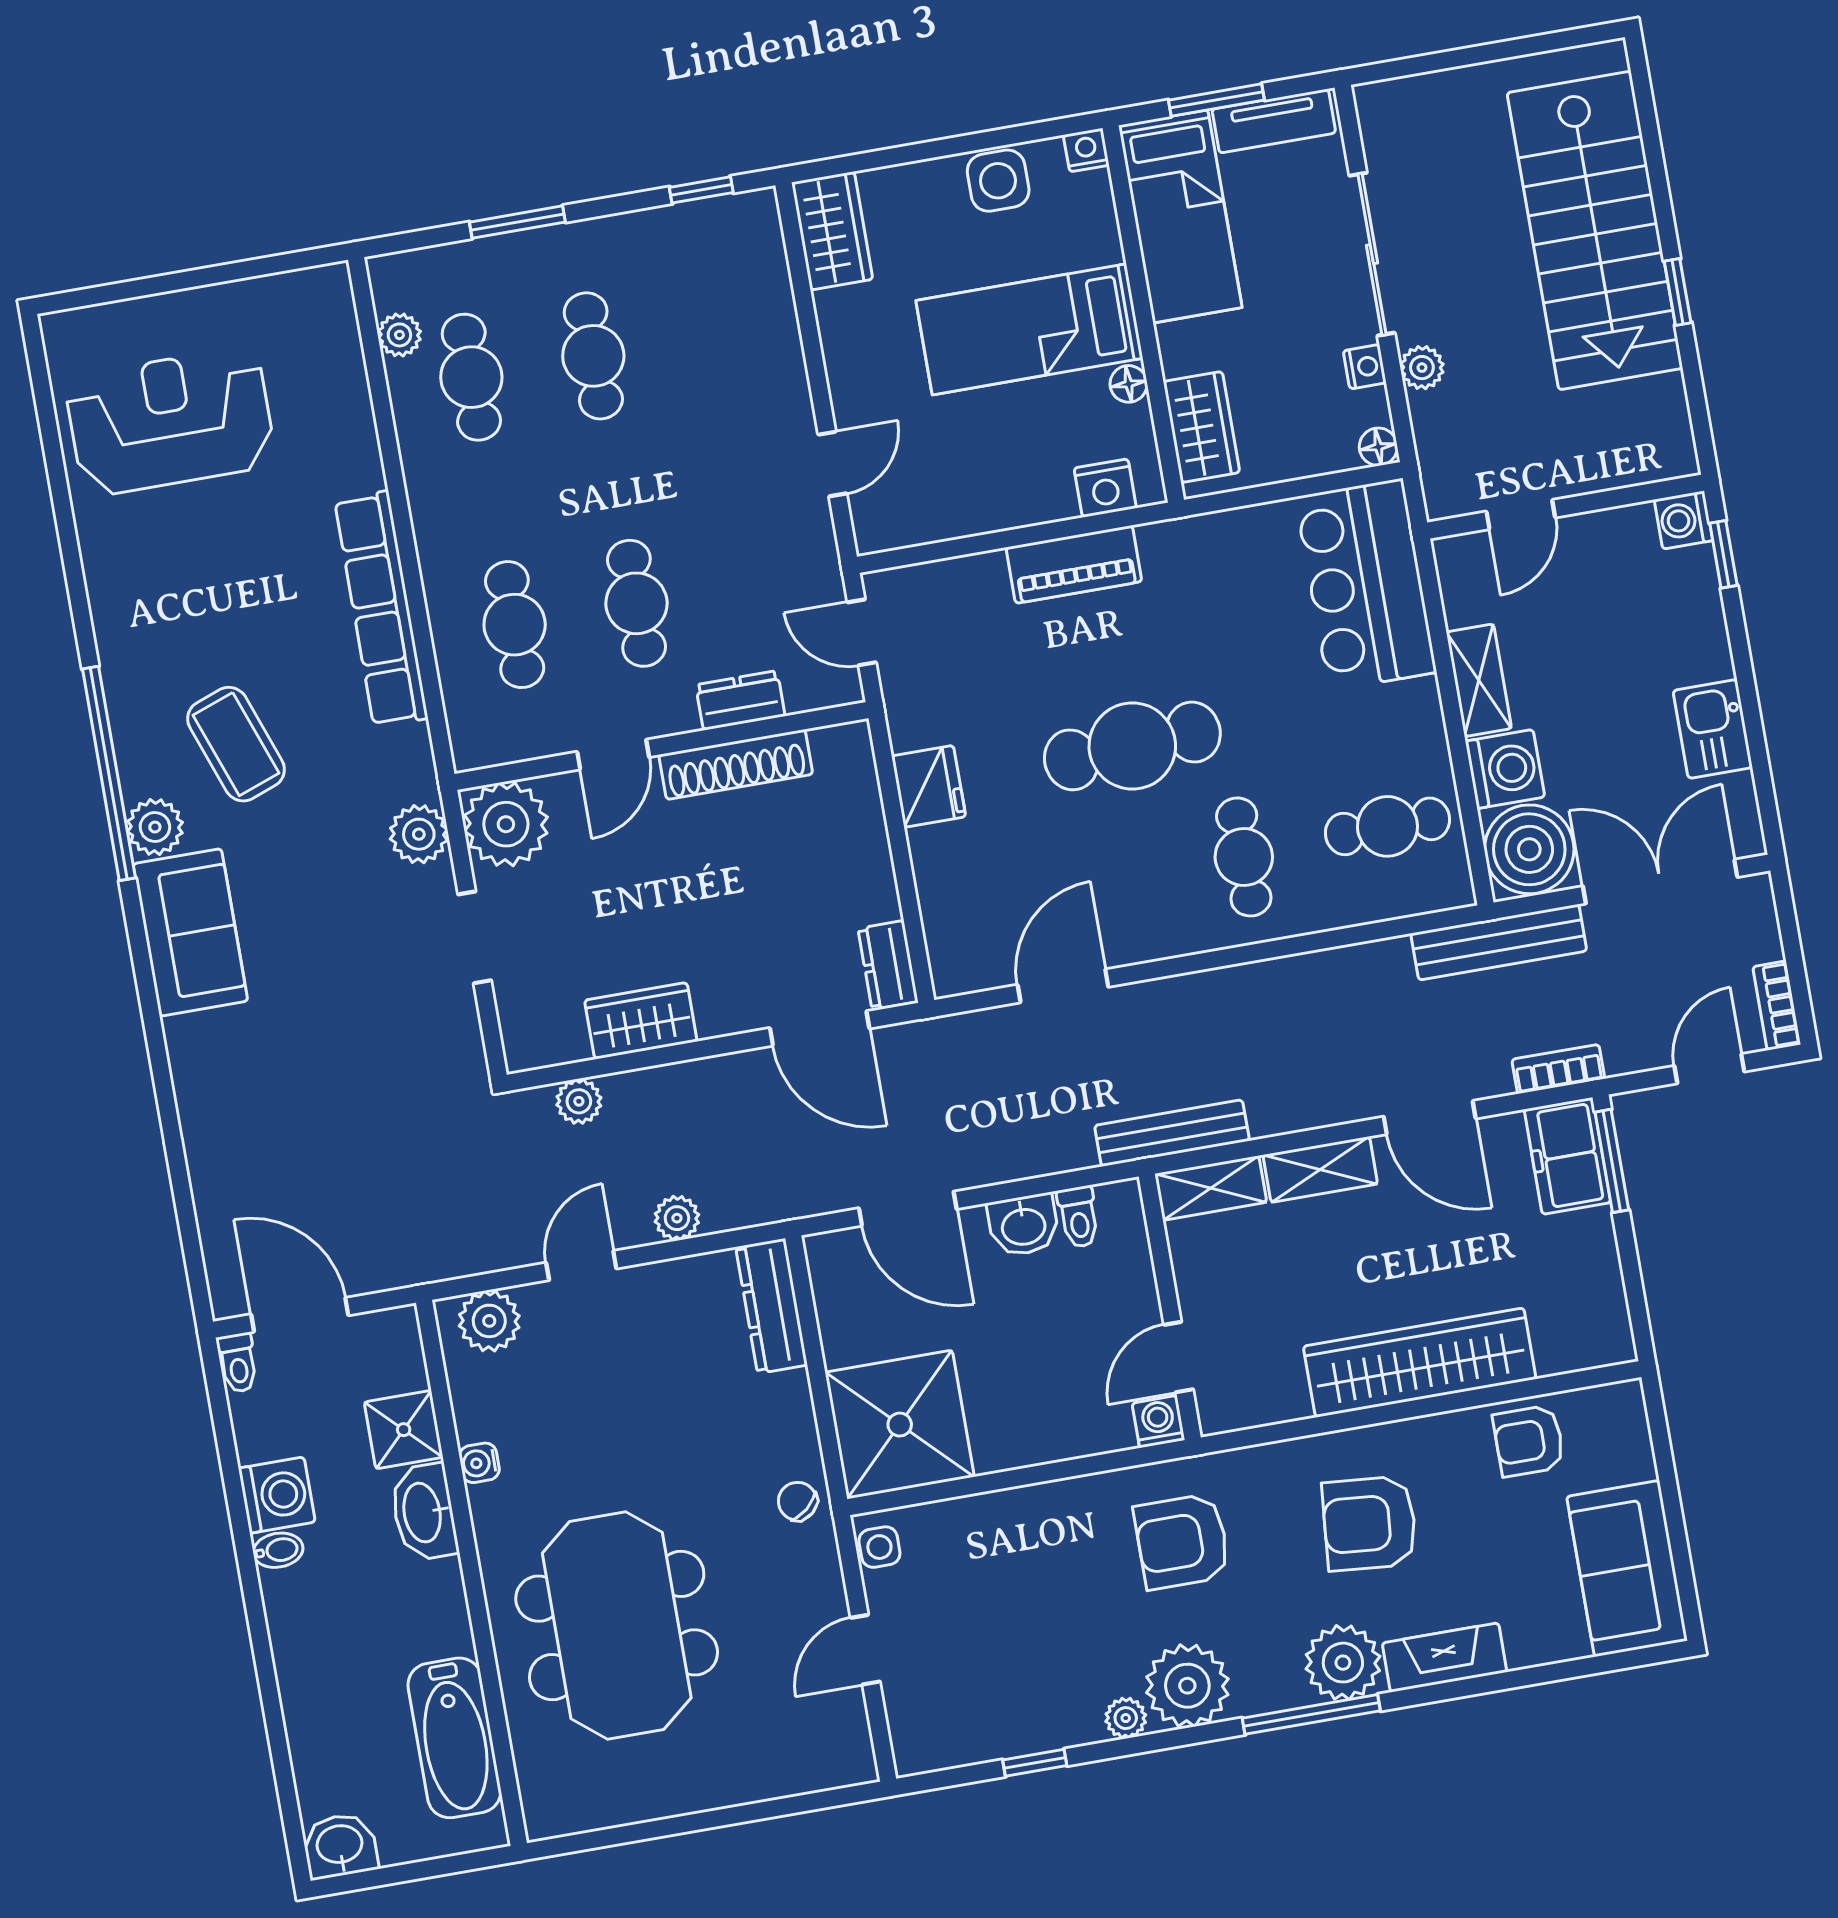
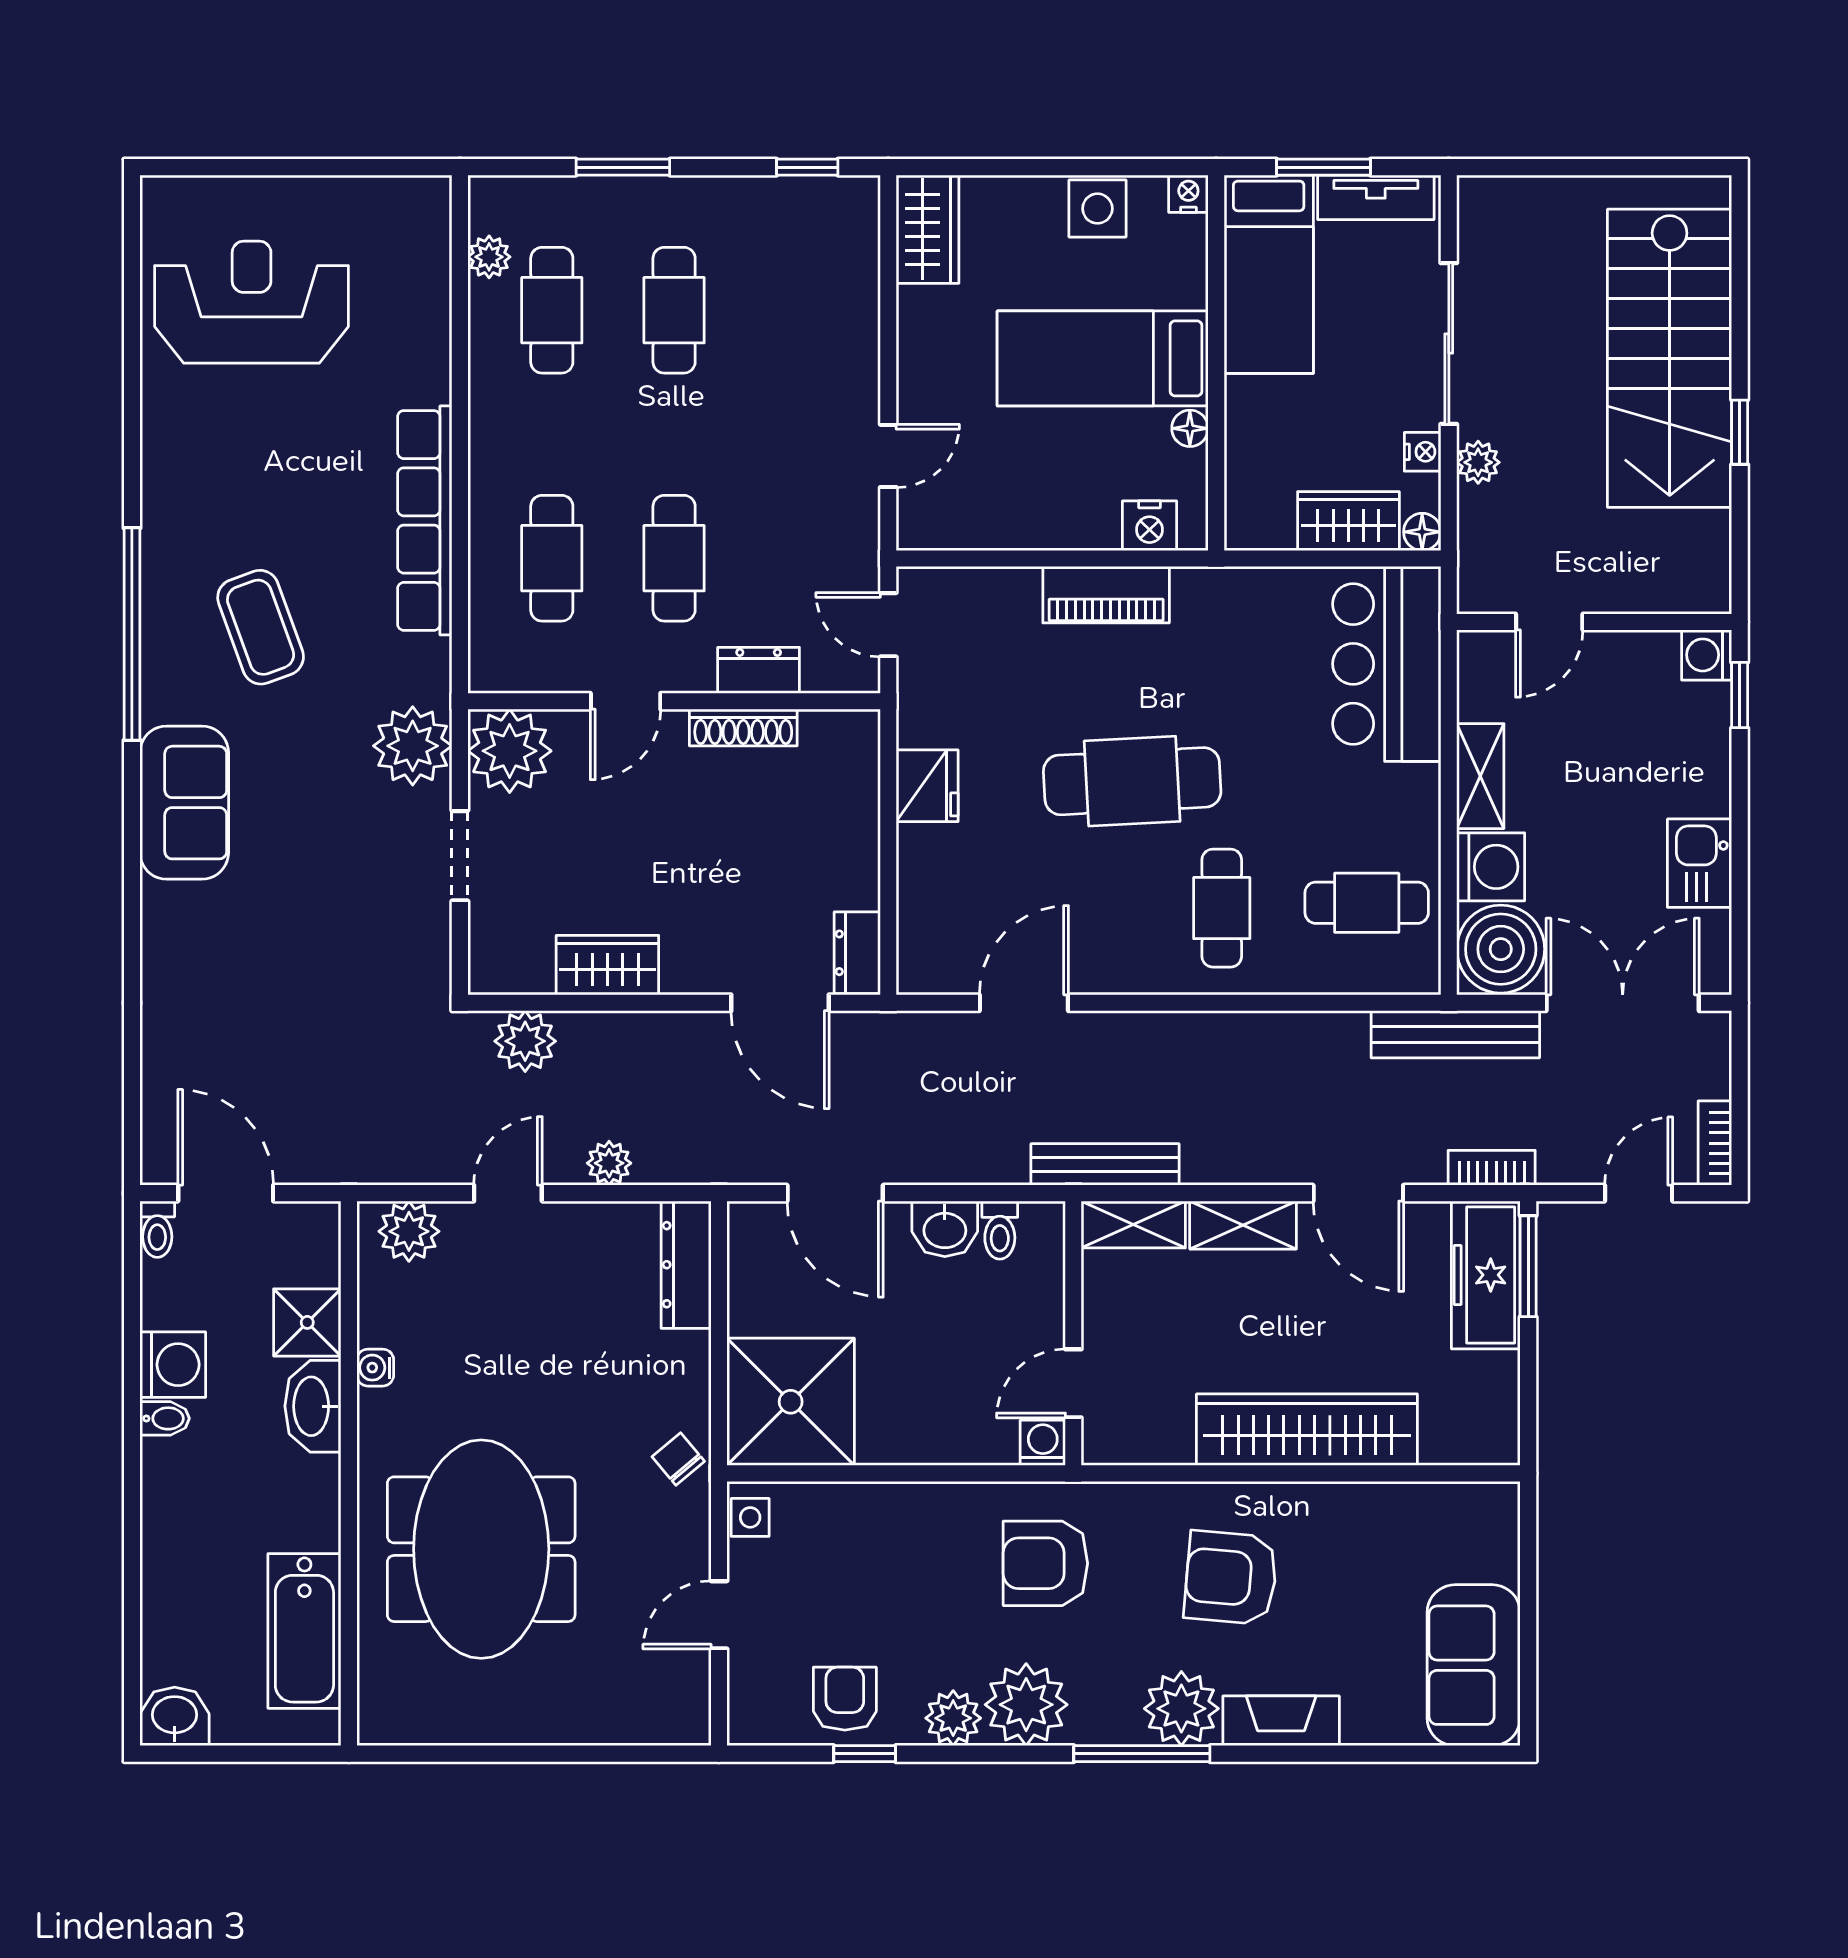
wardrobe: (1201, 427) -> (1348, 521), moved, turned -90
shoe rack: (736, 764) -> (743, 728), width x0.74, depth x0.81
plant: (155, 827) -> (168, 694), removed
plant: (419, 834) -> (413, 746), width x1.36, depth x1.36
plant: (579, 1101) -> (525, 1041), width x1.38, depth x1.38
freezer: (1567, 1156) -> (1486, 1275), width x1.40
armchair: (1529, 1441) -> (845, 1699), moved, turned 90
plant: (1126, 1718) -> (953, 1718), width x1.38, depth x1.38

